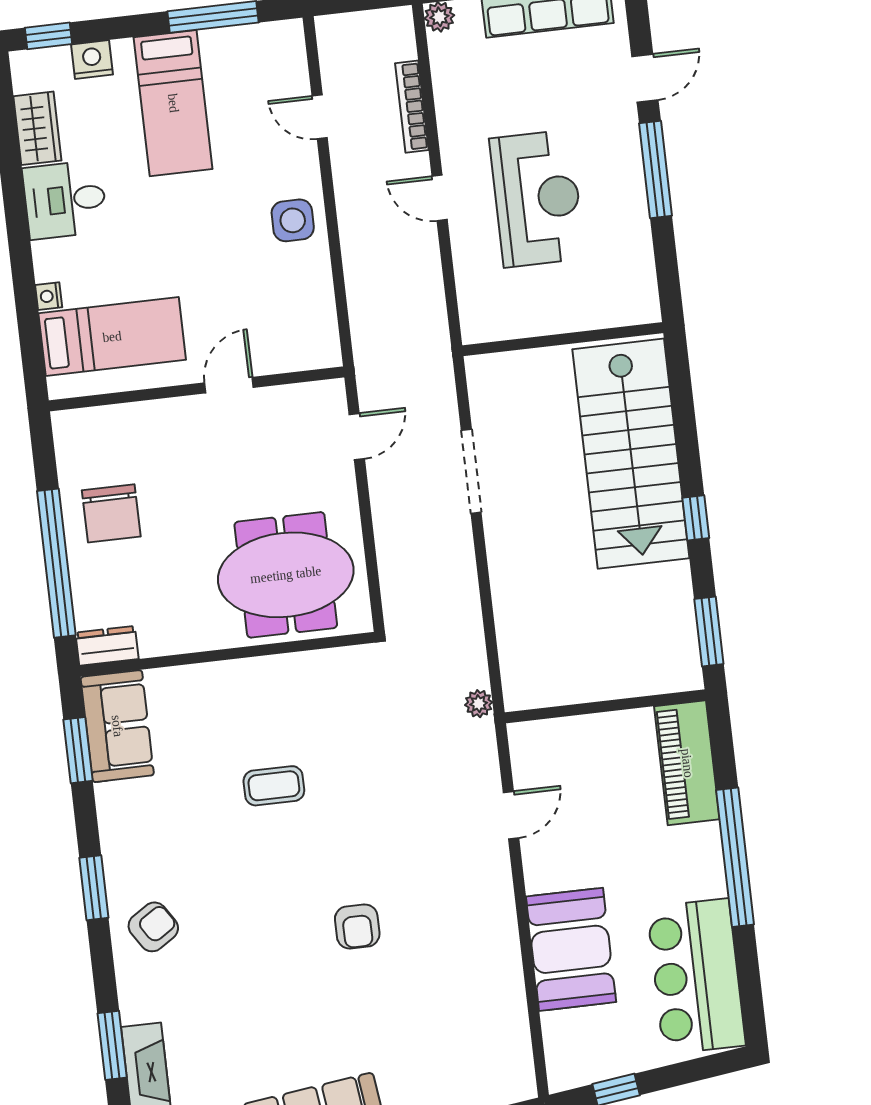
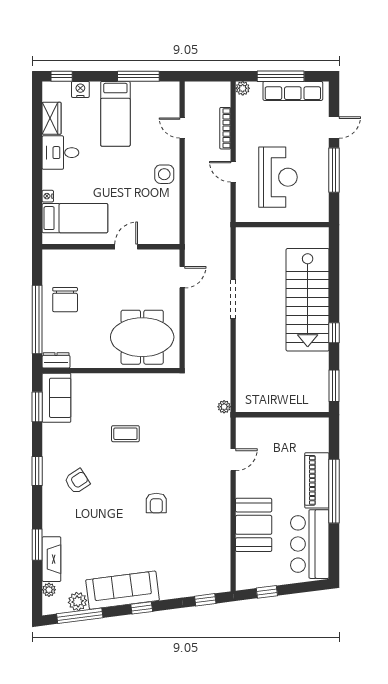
wall: (563, 339) -> (282, 225), moved
piano: (687, 763) -> (317, 480), moved
armchair: (153, 927) -> (77, 481), moved

